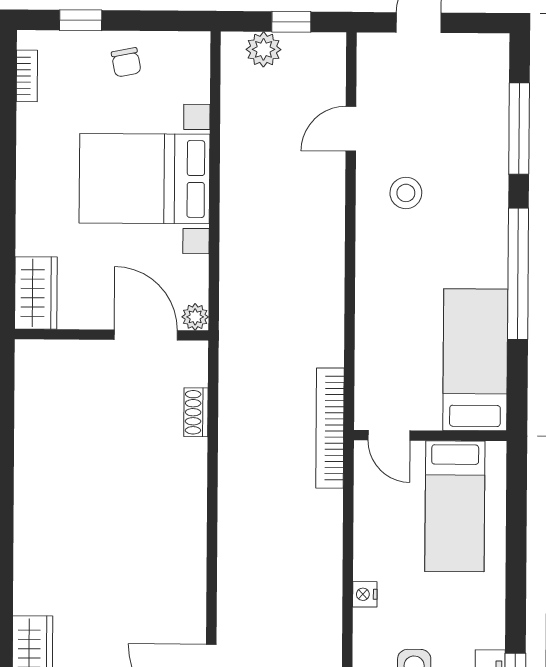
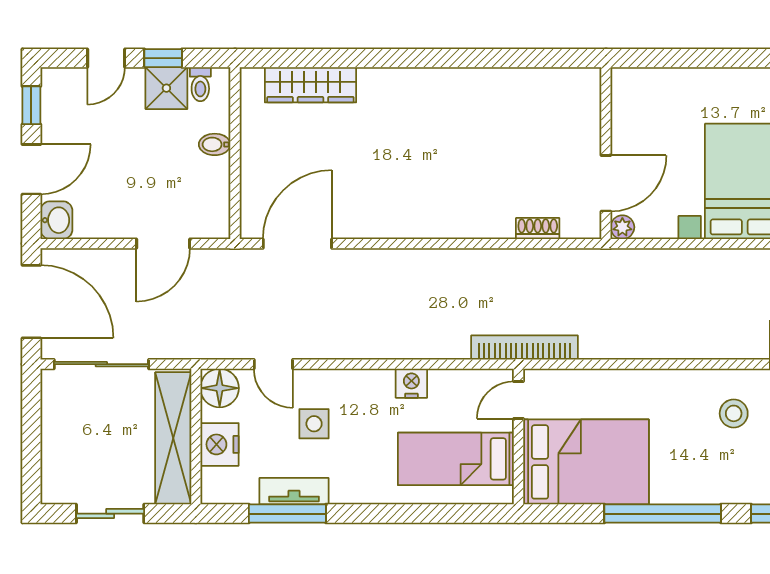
wardrobe: (36, 293) -> (643, 86), removed
bed: (475, 360) -> (586, 462), width x1.50
nightstand: (365, 594) -> (411, 383), moved, width x1.39, depth x1.35

